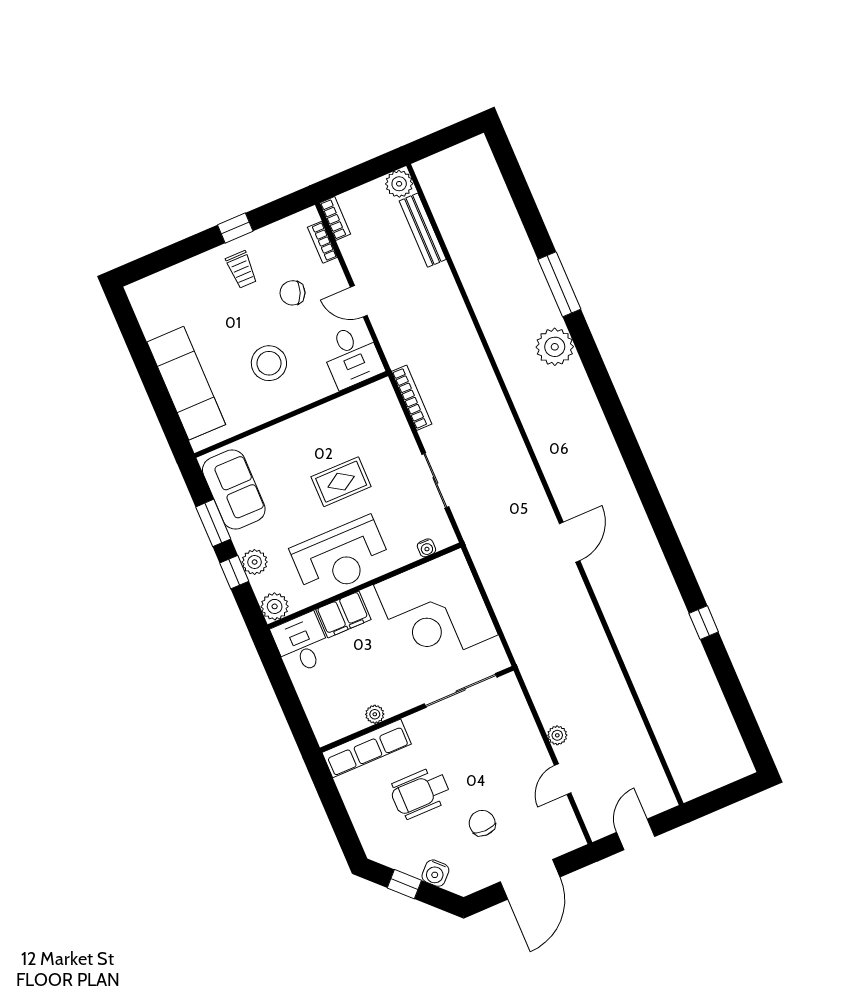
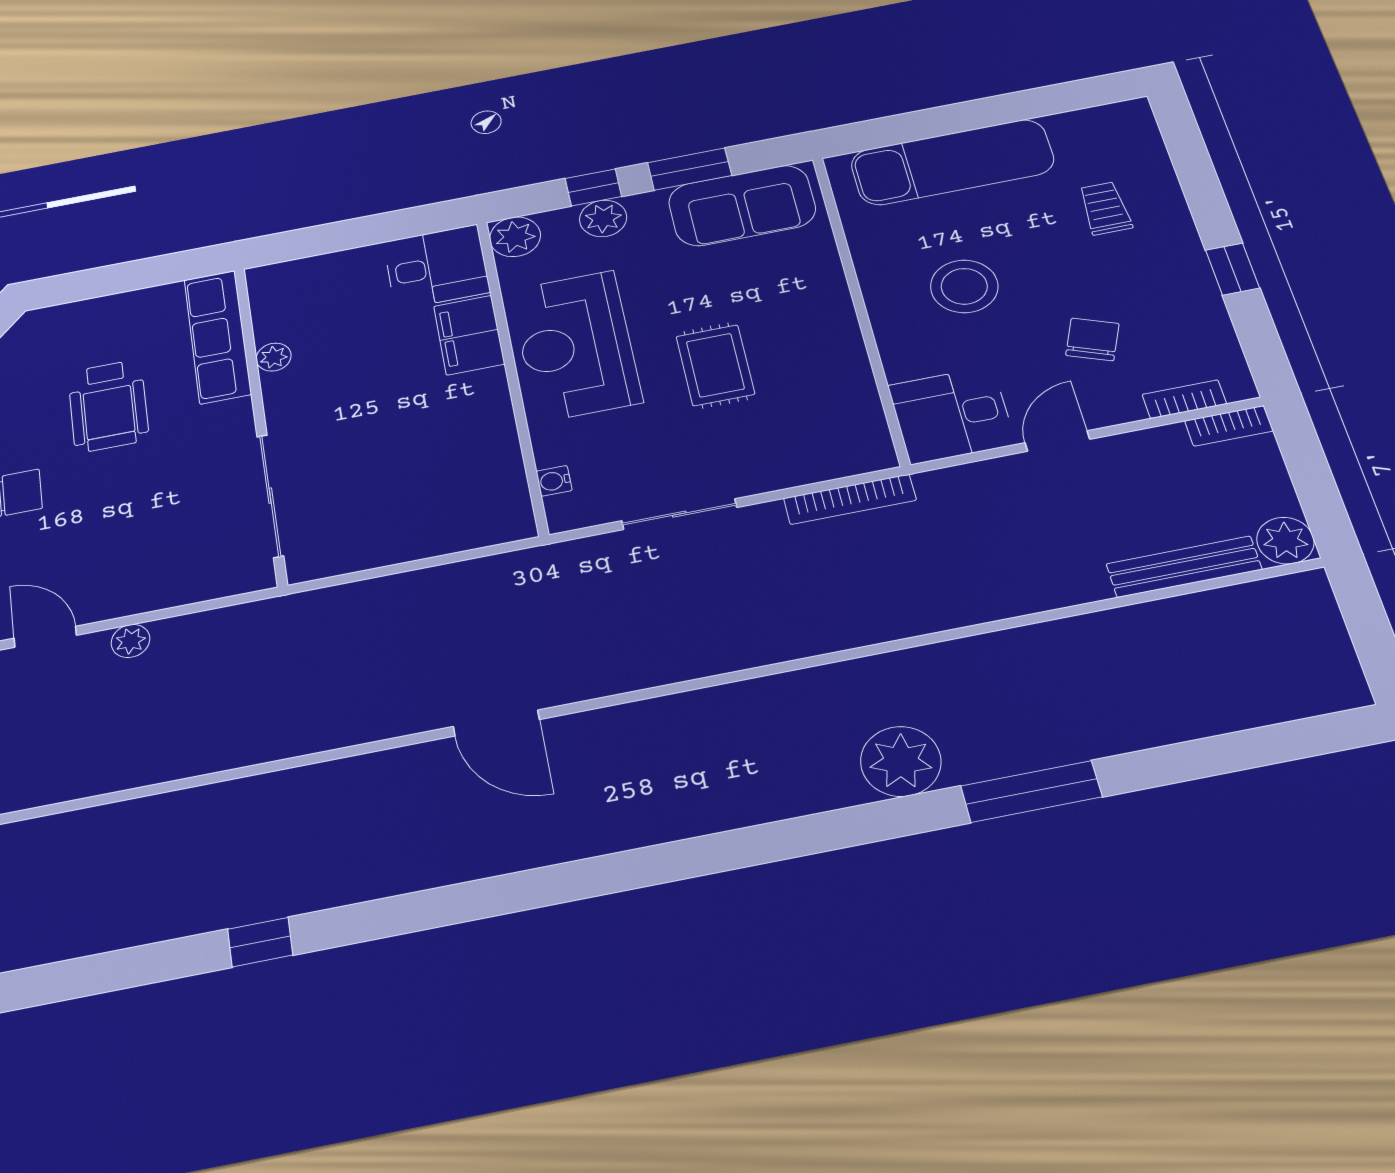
trolley: (242, 269) -> (1105, 208), moved, turned 90
corner desk: (436, 610) -> (433, 479), removed
wheelchair: (420, 793) -> (108, 406), turned 180

